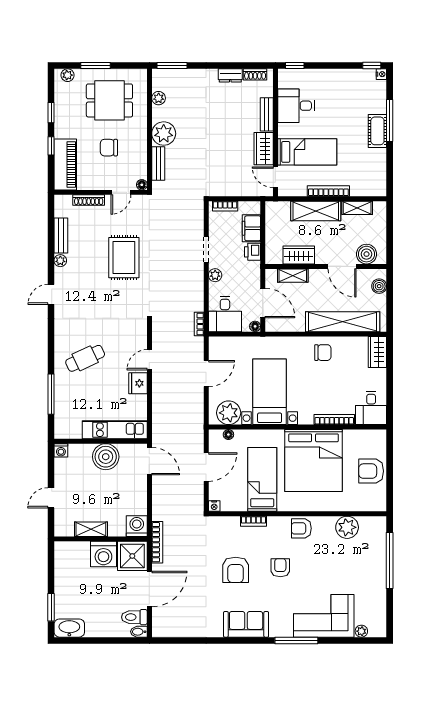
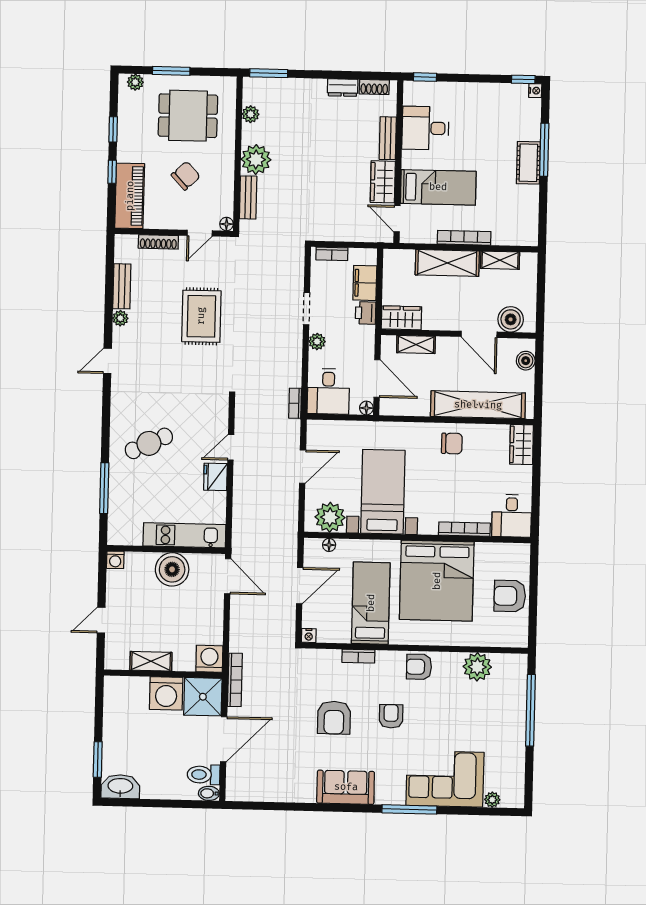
chair: (109, 148) -> (186, 176), turned 137
wardrobe: (299, 255) -> (401, 318), moved

